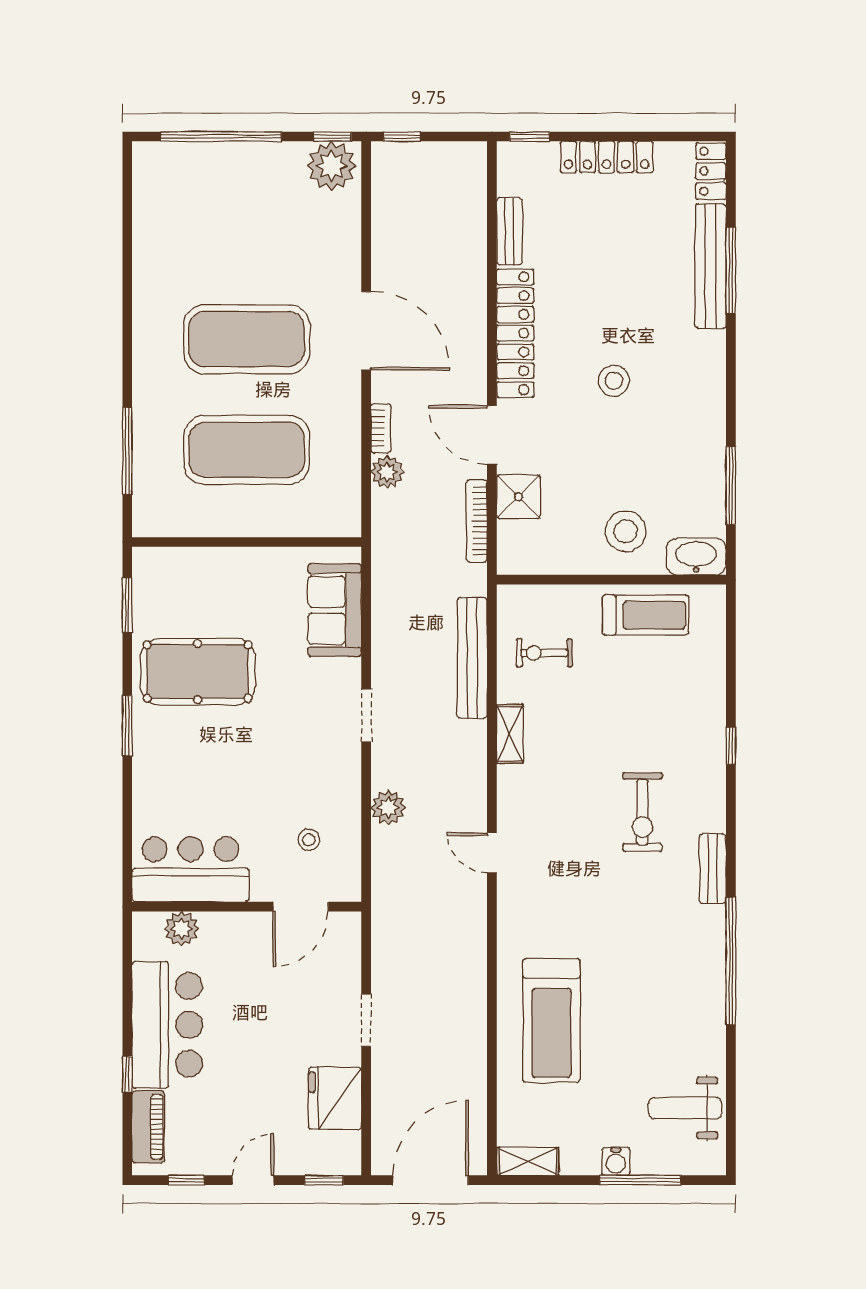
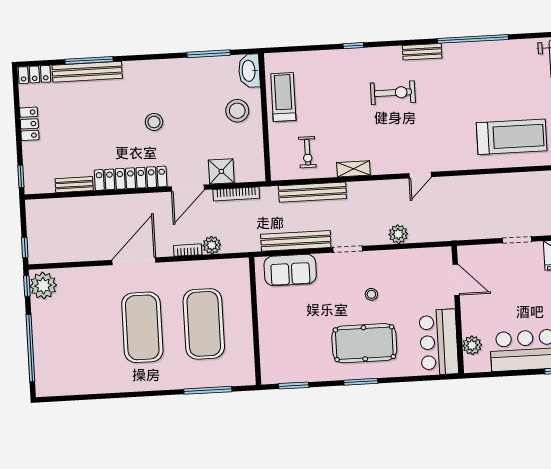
locker: (607, 157) -> (29, 124), width x0.66
bench: (386, 623) -> (296, 241), added
pool table: (198, 672) -> (364, 343), moved, turned 90
stool: (309, 840) -> (371, 294), moved

